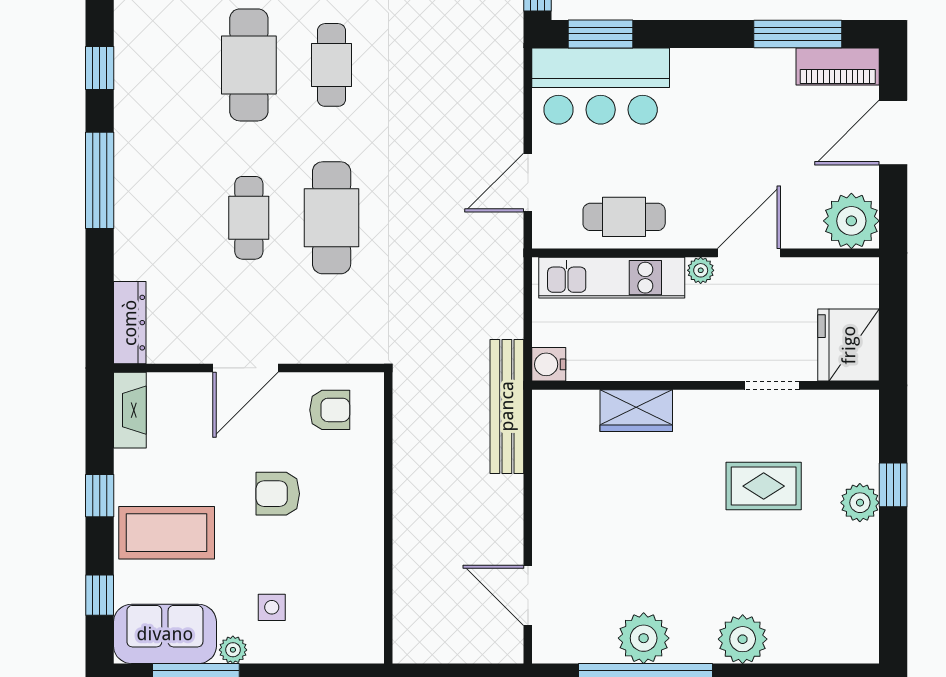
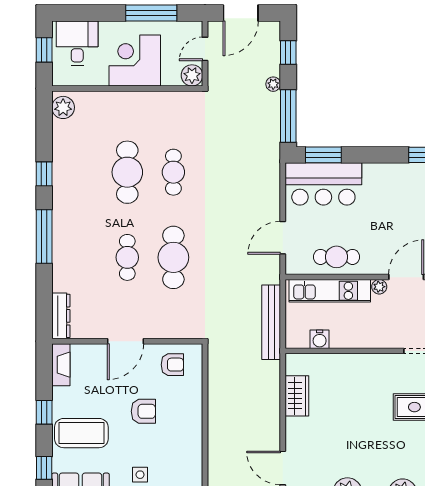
water cooler: (549, 364) -> (320, 339), moved, turned -90
bench: (507, 406) -> (271, 322), moved
wardrobe: (636, 411) -> (297, 396), moved, turned -90
armchair: (278, 494) -> (143, 411), turned 180

